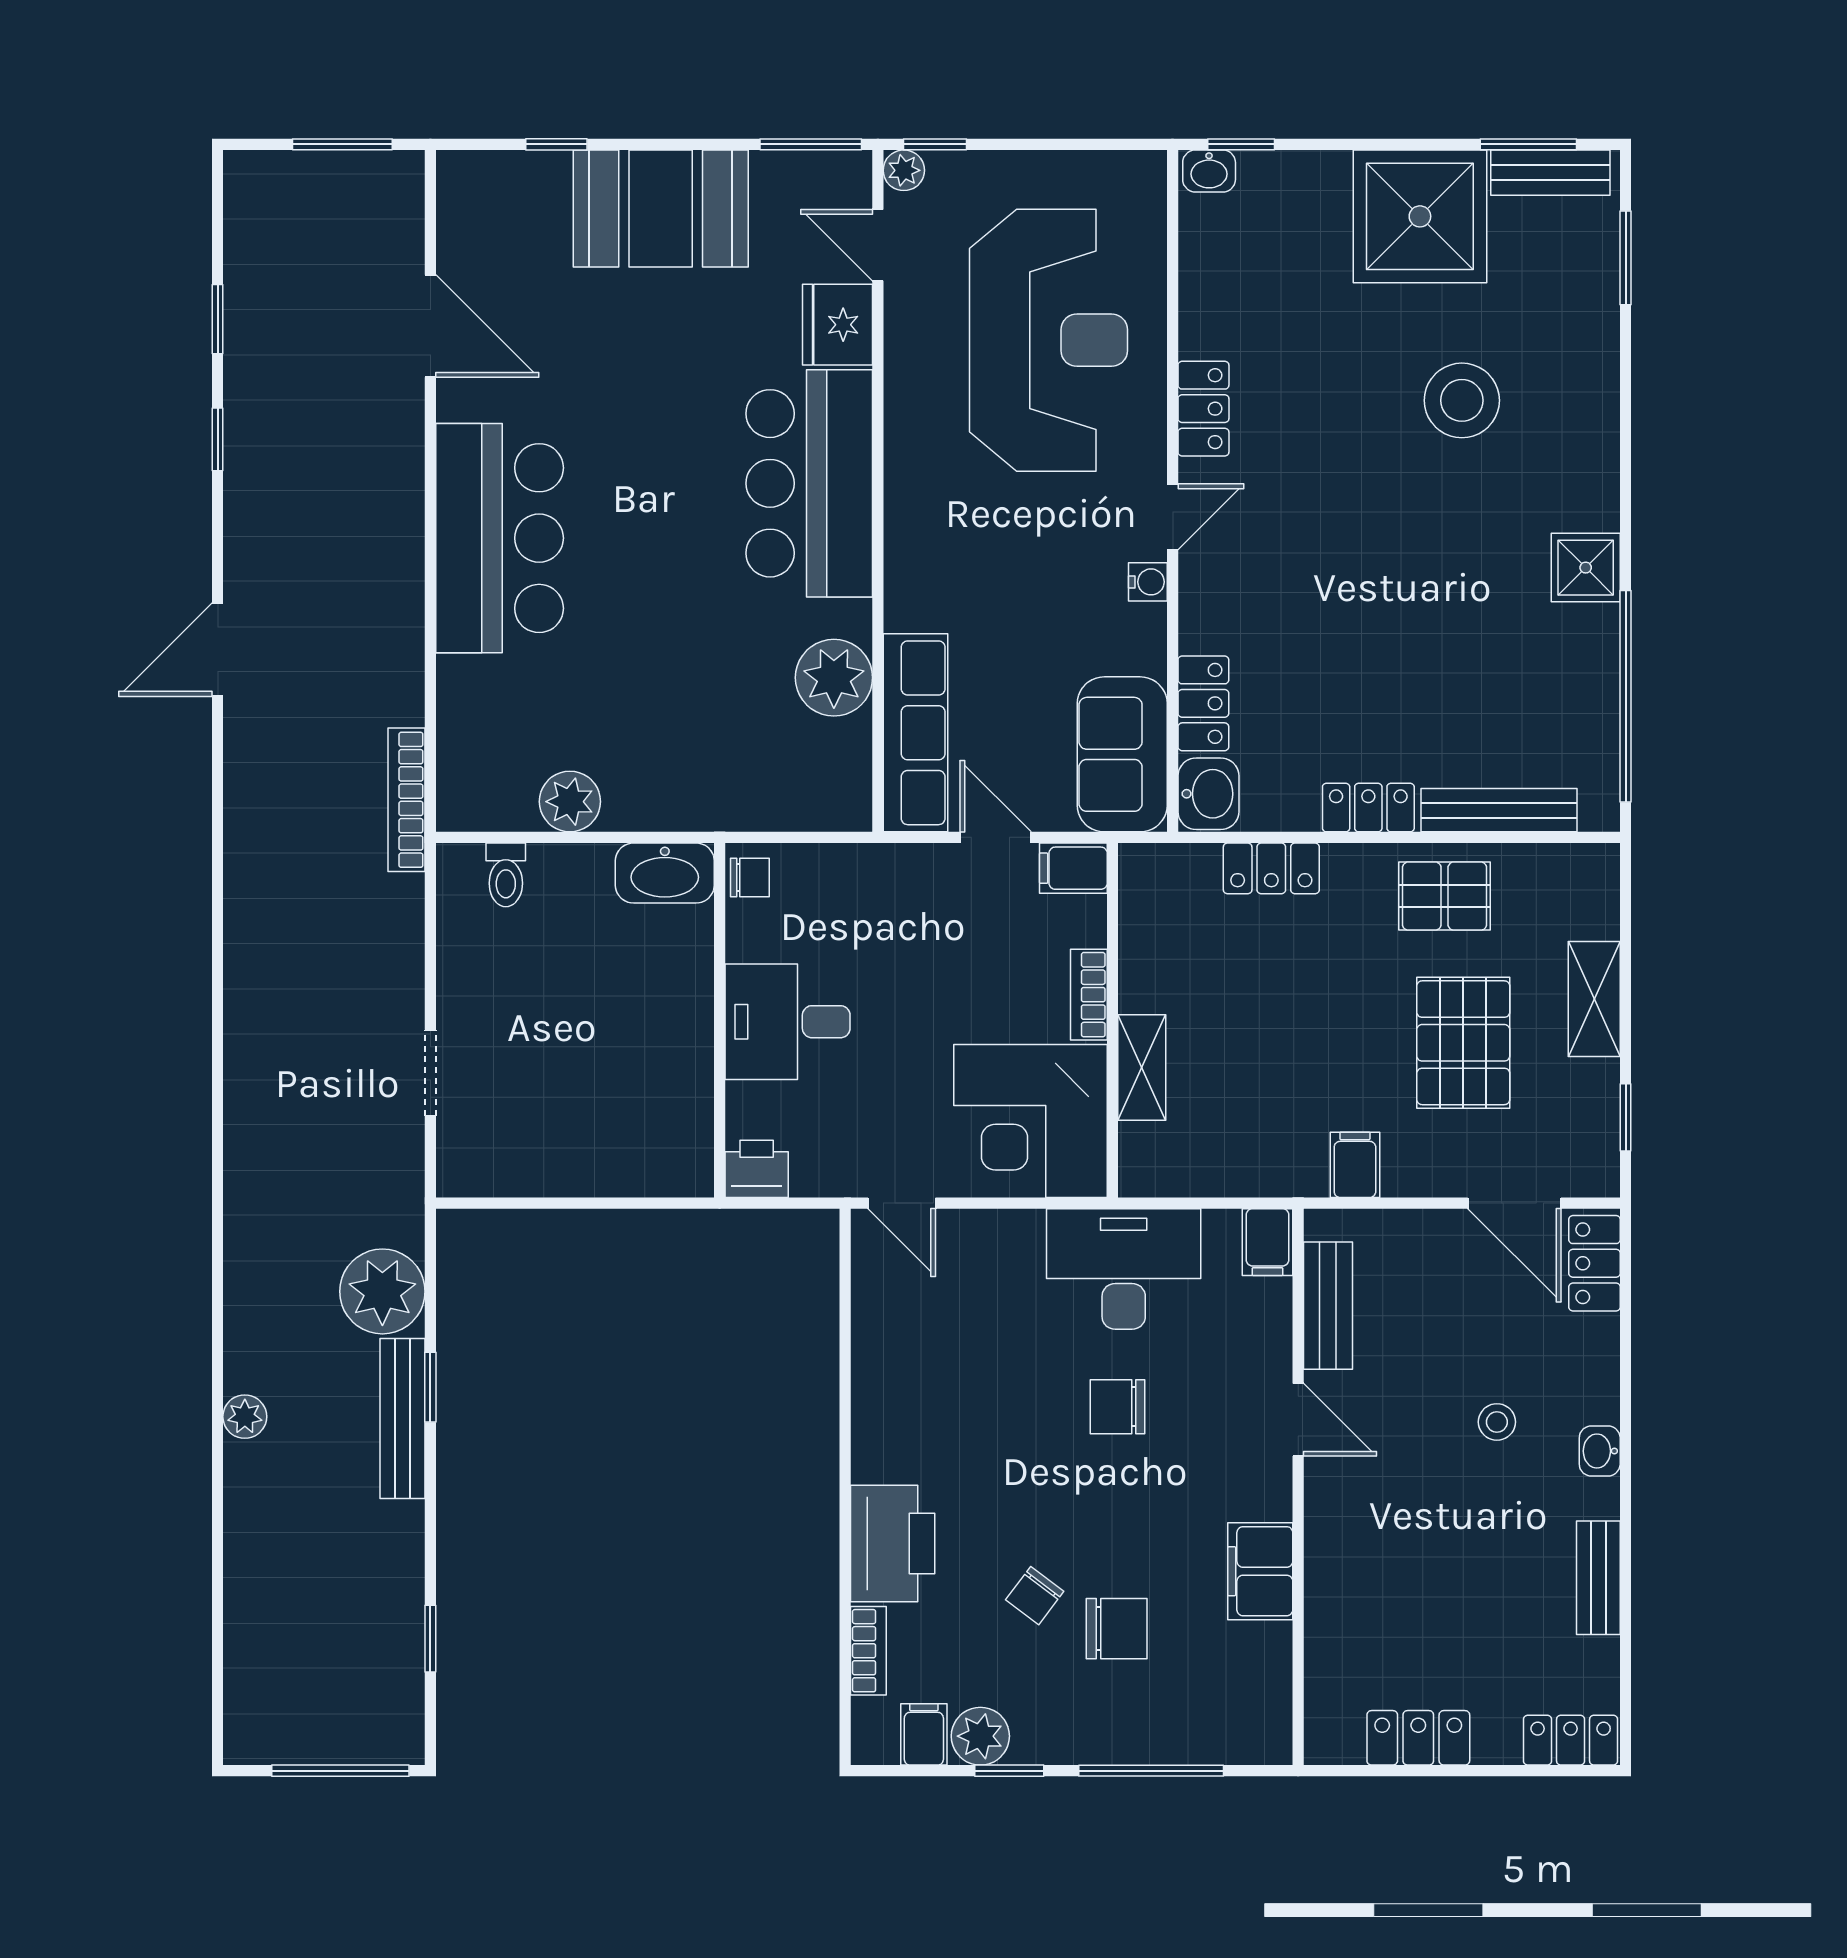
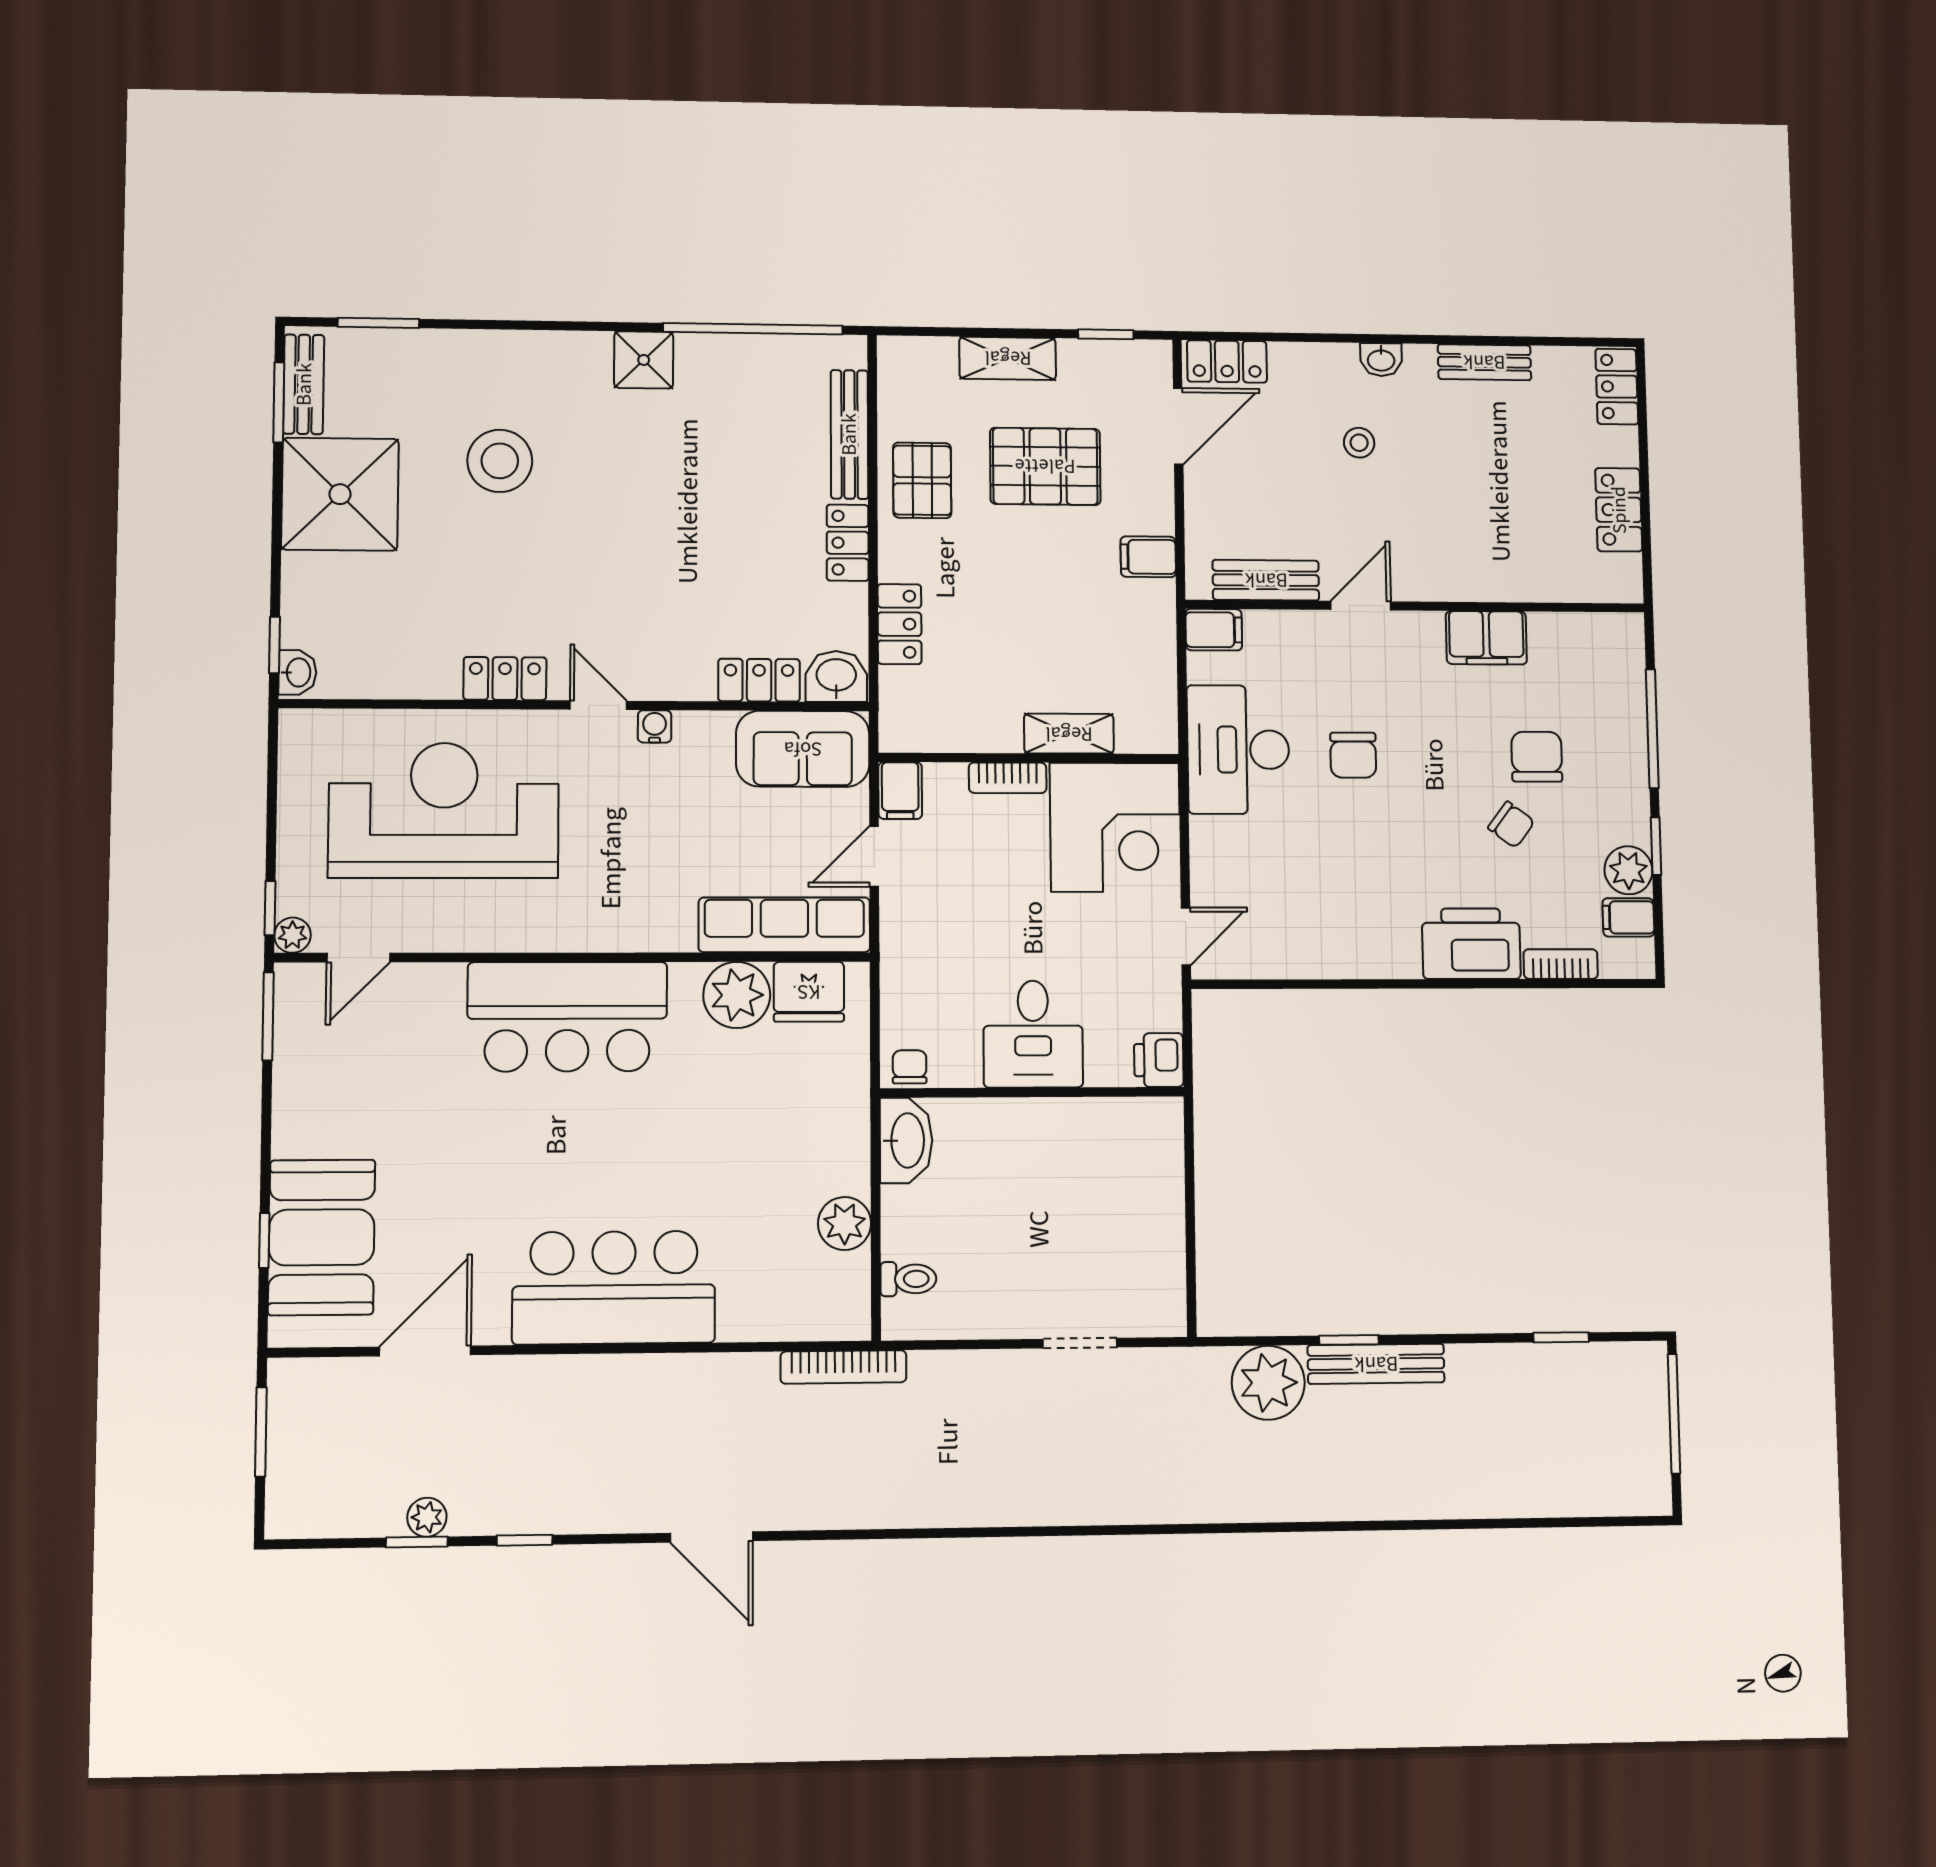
booth: (661, 208) -> (322, 1237), moved
fridge: (838, 325) -> (809, 992), moved
plant: (245, 1417) -> (427, 1517), moved

